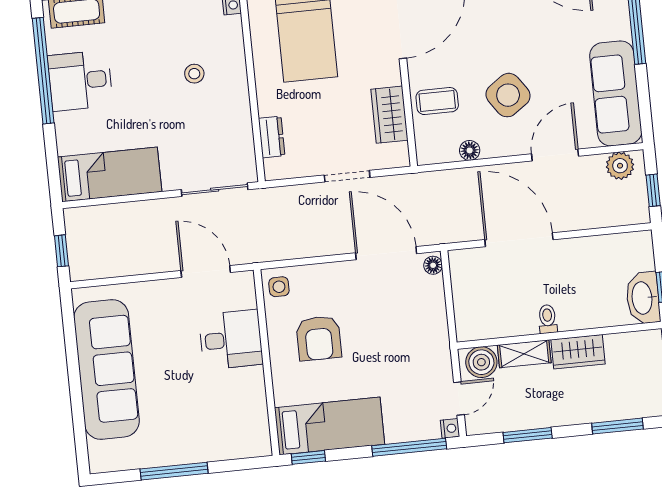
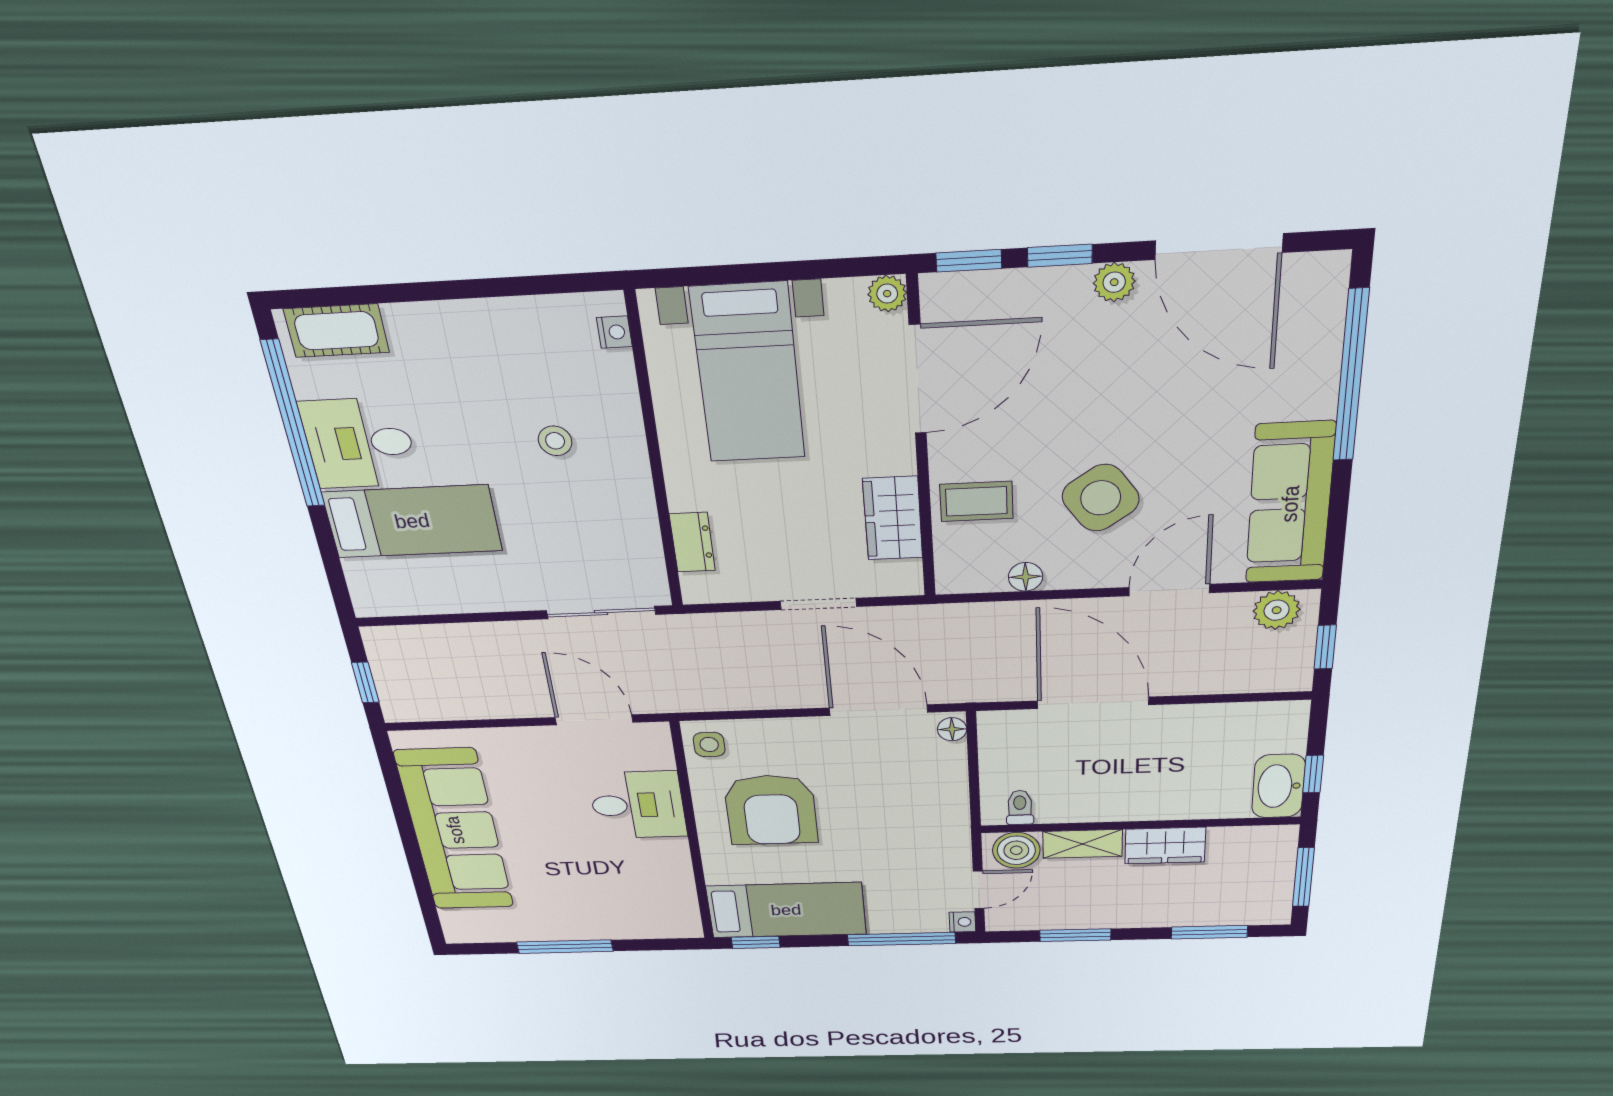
bed: (110, 174) -> (412, 521), moved
toilet: (548, 319) -> (1020, 808), moved
armchair: (319, 338) -> (771, 810), width x1.36, depth x1.36

